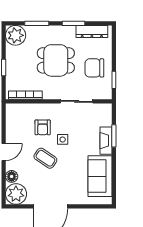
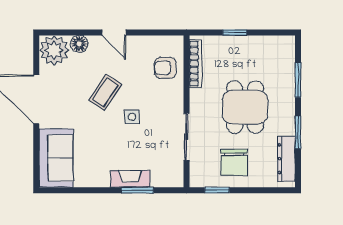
plant: (16, 35) -> (281, 50), removed
chair: (94, 68) -> (234, 162), turned 180
armchair: (43, 127) -> (165, 68), moved
sofa: (100, 176) -> (56, 158), moved, turned 90

